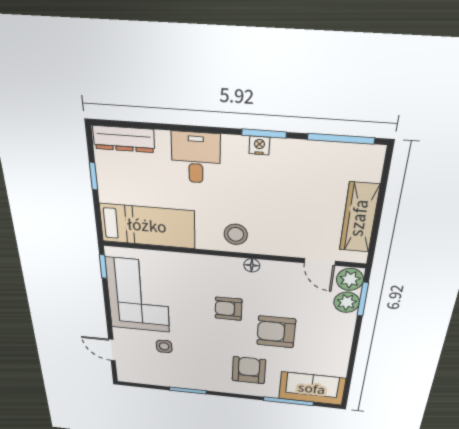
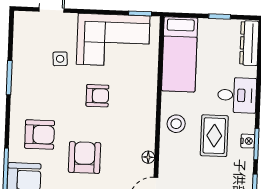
rug: (252, 189) -> (214, 136), added
floor lamp: (252, 265) -> (148, 157), moved
armchair: (228, 309) -> (97, 96), moved, turned 90

